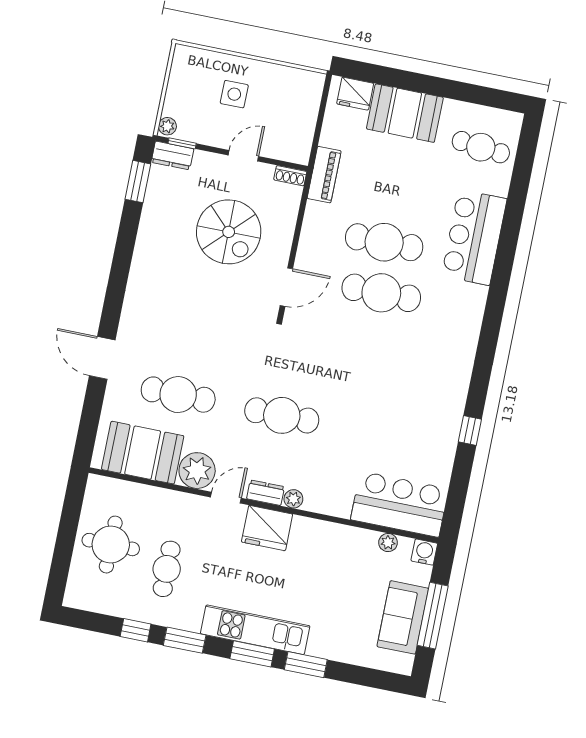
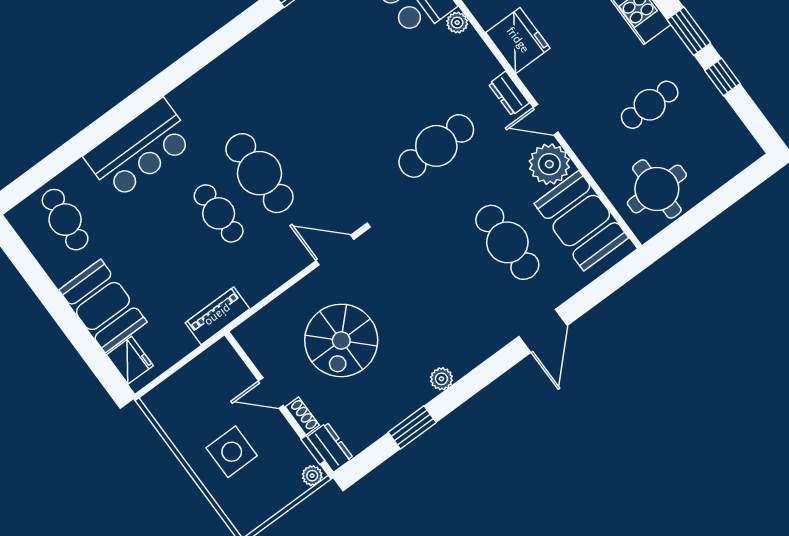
side table: (234, 94) -> (232, 452), width x1.37, depth x1.37
shoe rack: (290, 176) -> (302, 416), moved
window: (138, 182) -> (412, 427), moved
spiral stairs: (229, 232) -> (341, 340), turned 180
cafe table: (384, 242) -> (219, 213), width x0.73, depth x0.74
plant: (140, 266) -> (441, 379), added
cafe table: (282, 415) -> (436, 146), turned 90
plant: (293, 499) -> (457, 23), moved
fridge: (267, 528) -> (518, 40), moved
round table: (111, 545) -> (657, 189), moved

